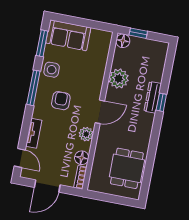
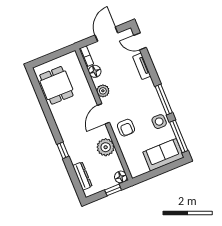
window: (42, 43) -> (179, 136), width x1.44
dresser: (153, 97) -> (82, 176), moved
armchair: (61, 101) -> (126, 128), moved

